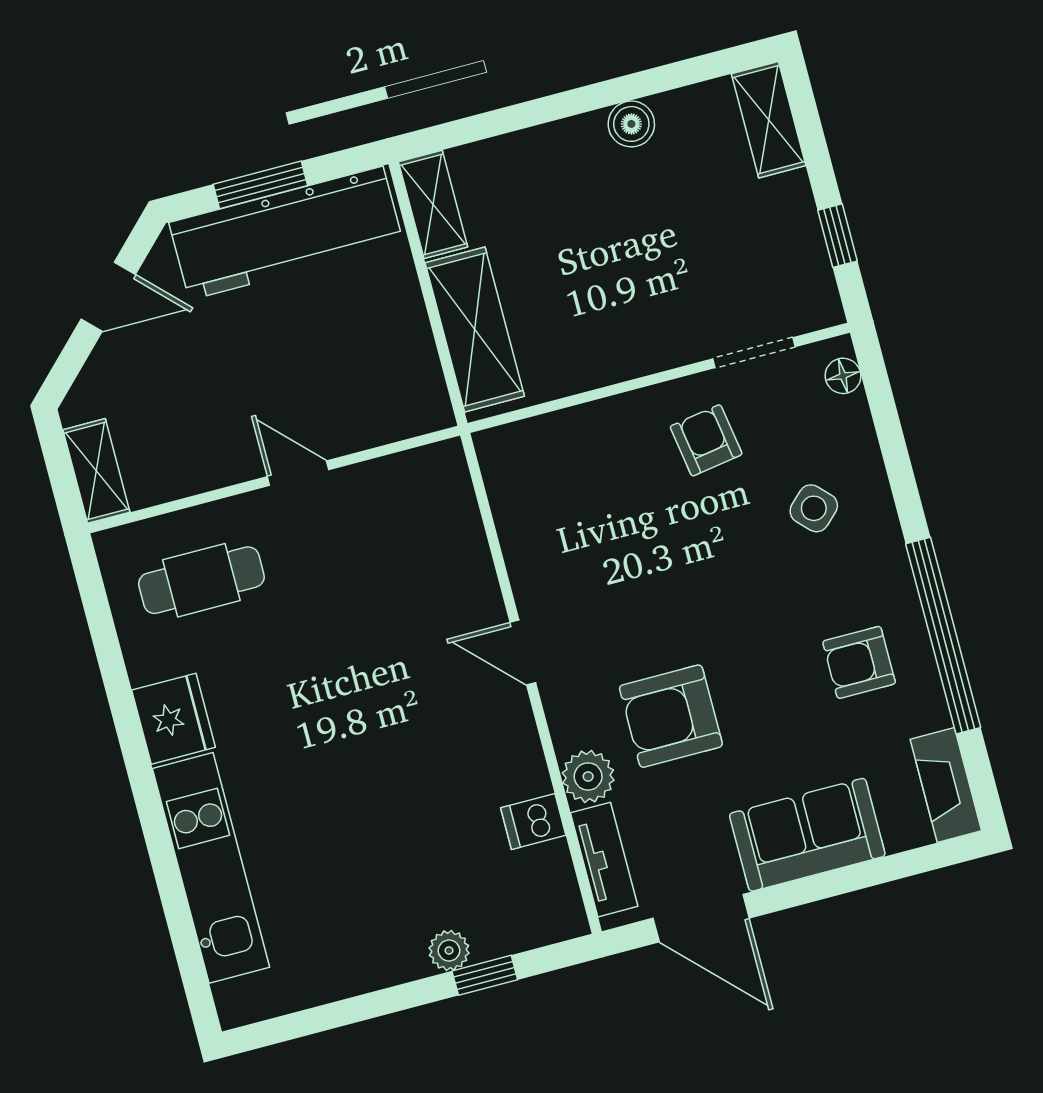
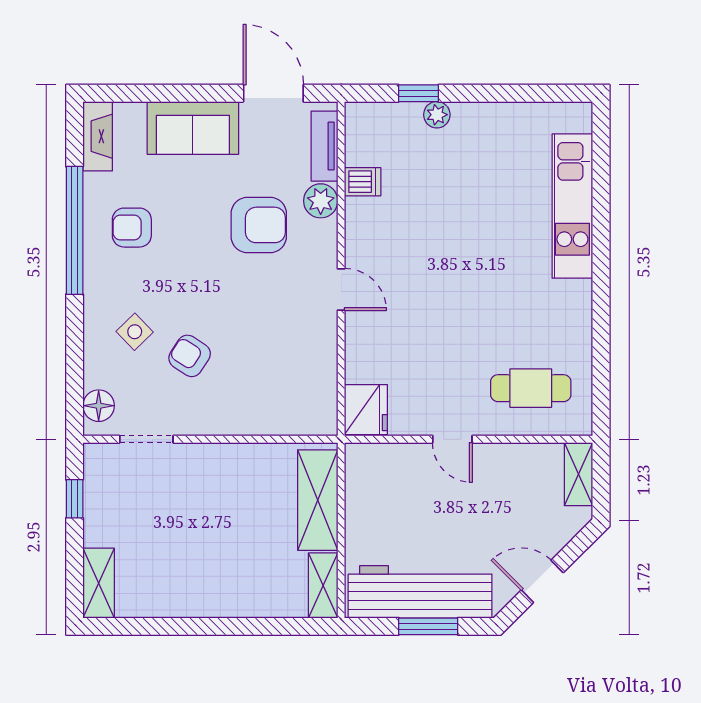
boiler: (631, 124) -> (185, 603), removed
floor lamp: (843, 376) -> (99, 406), width x1.37, depth x1.37
armchair: (706, 440) -> (190, 356), moved, turned 132
armchair: (859, 662) -> (132, 228), turned 180
fridge: (174, 719) -> (366, 410), moved, turned 180

